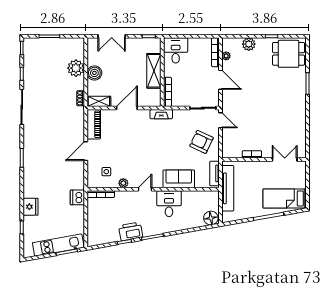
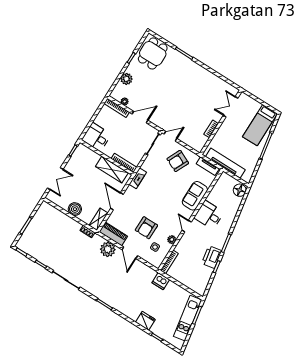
plant: (76, 68) -> (108, 249), moved
shelving: (154, 71) -> (112, 170), moved
armchair: (119, 152) -> (146, 228), added

